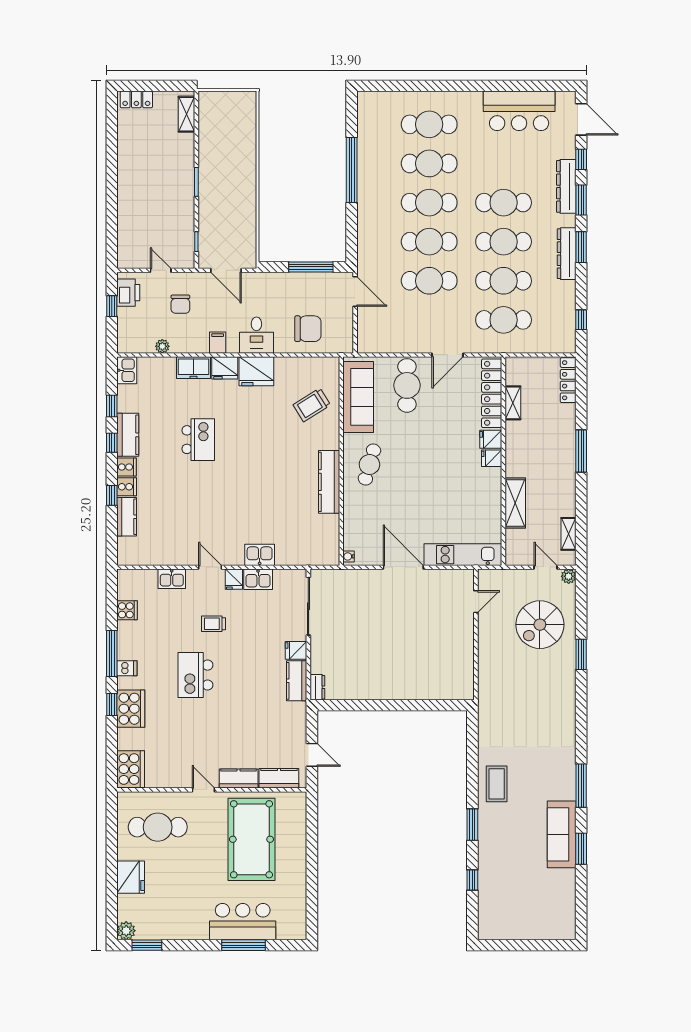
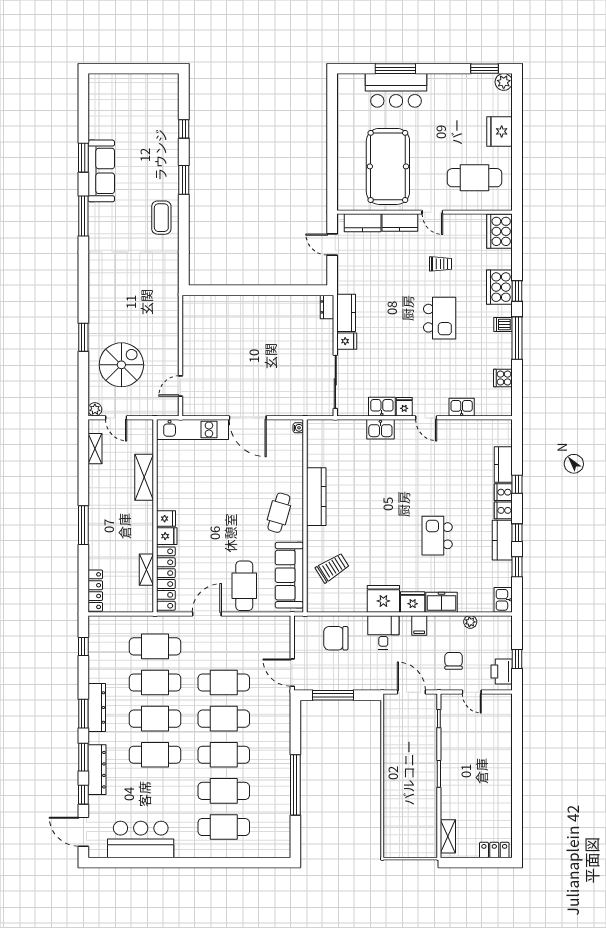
trolley: (214, 624) -> (440, 264), moved

